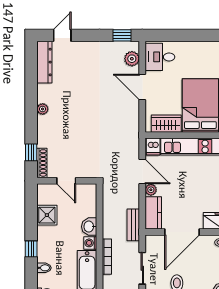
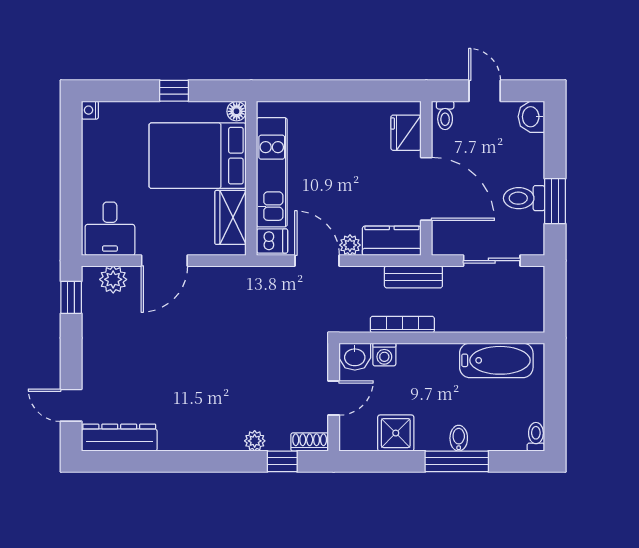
plant: (43, 109) -> (255, 441), moved
shoe rack: (42, 163) -> (310, 442), width x0.70
door: (142, 172) -> (317, 261), hinge flipped
washbasin: (89, 227) -> (355, 357), moved
washing machine: (90, 243) -> (384, 354), moved
window: (31, 249) -> (457, 461), width x2.17
bookcase: (107, 257) -> (402, 325), moved
bidet: (44, 268) -> (459, 438), moved

